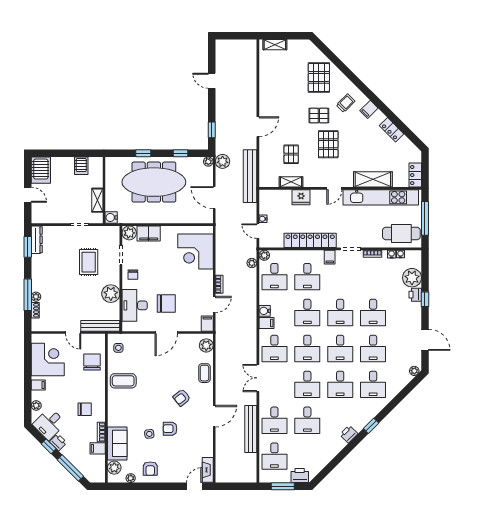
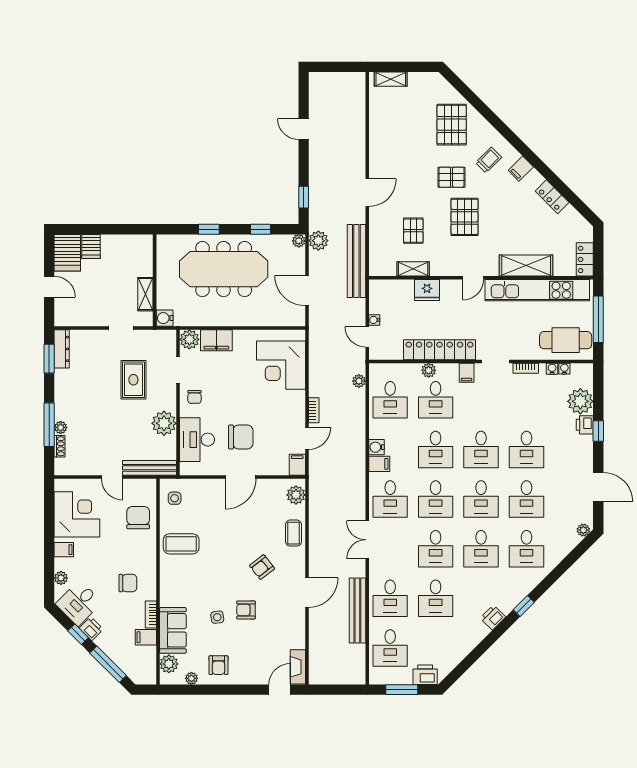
server rack: (81, 166) -> (91, 247), moved
plant: (264, 255) -> (429, 370), moved

